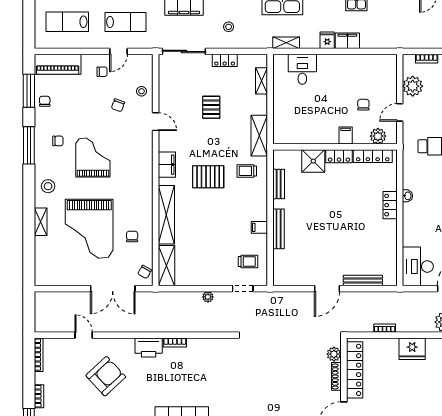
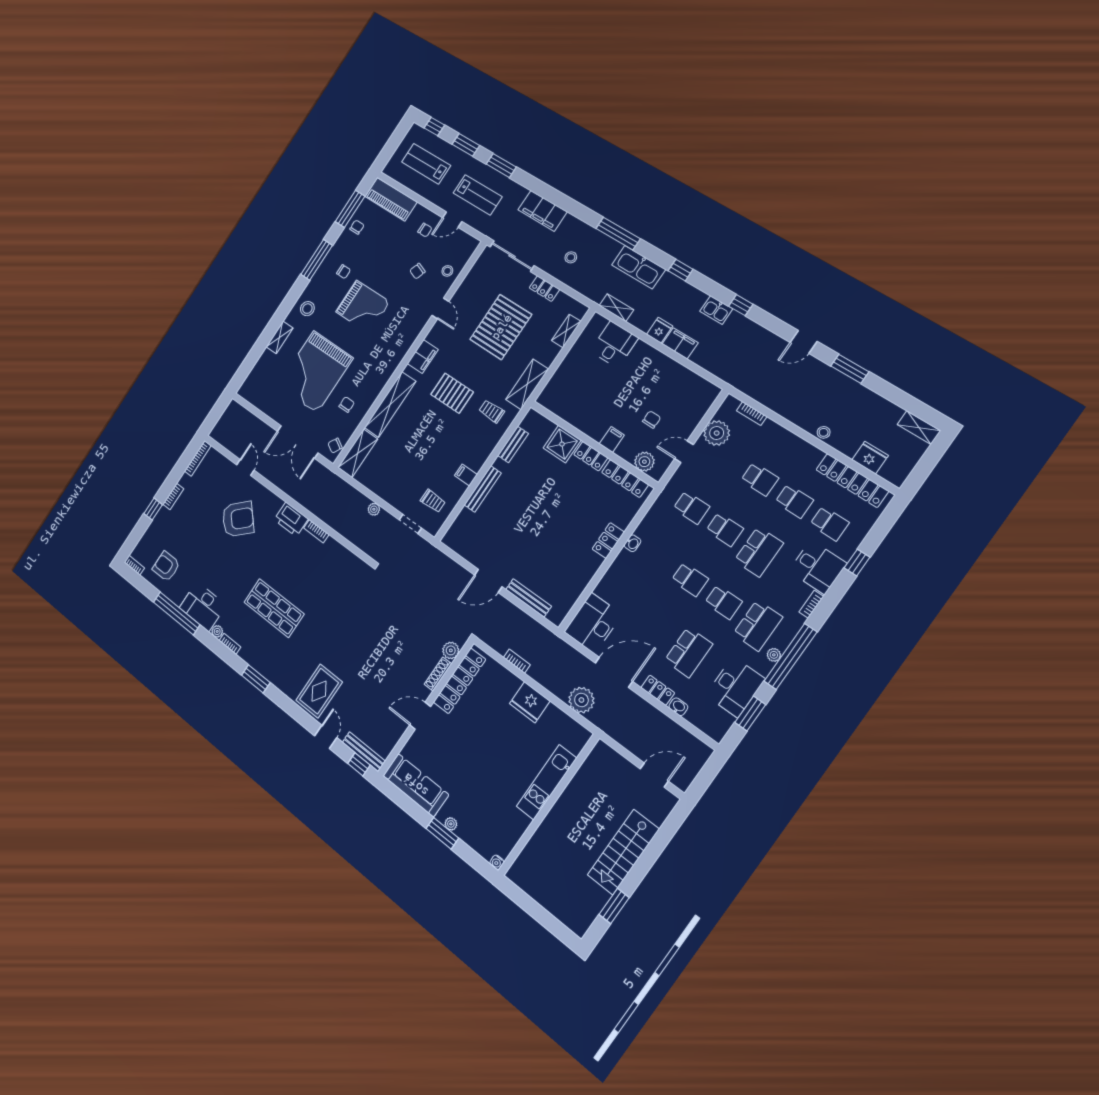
pallet: (211, 107) -> (501, 327), width x2.05, depth x2.00
grand piano: (93, 158) -> (363, 307), turned 90

